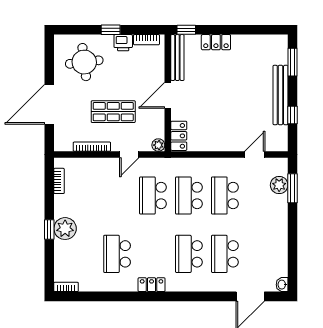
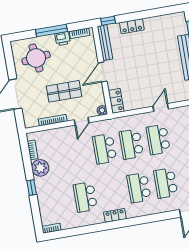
window: (111, 30) -> (52, 31), width x2.17
door: (255, 155) -> (161, 108), moved
plant: (65, 229) -> (40, 168), moved

